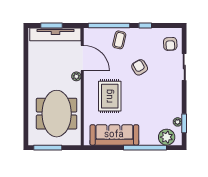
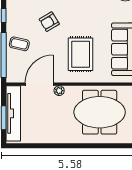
rug: (110, 96) -> (81, 54), turned 90

